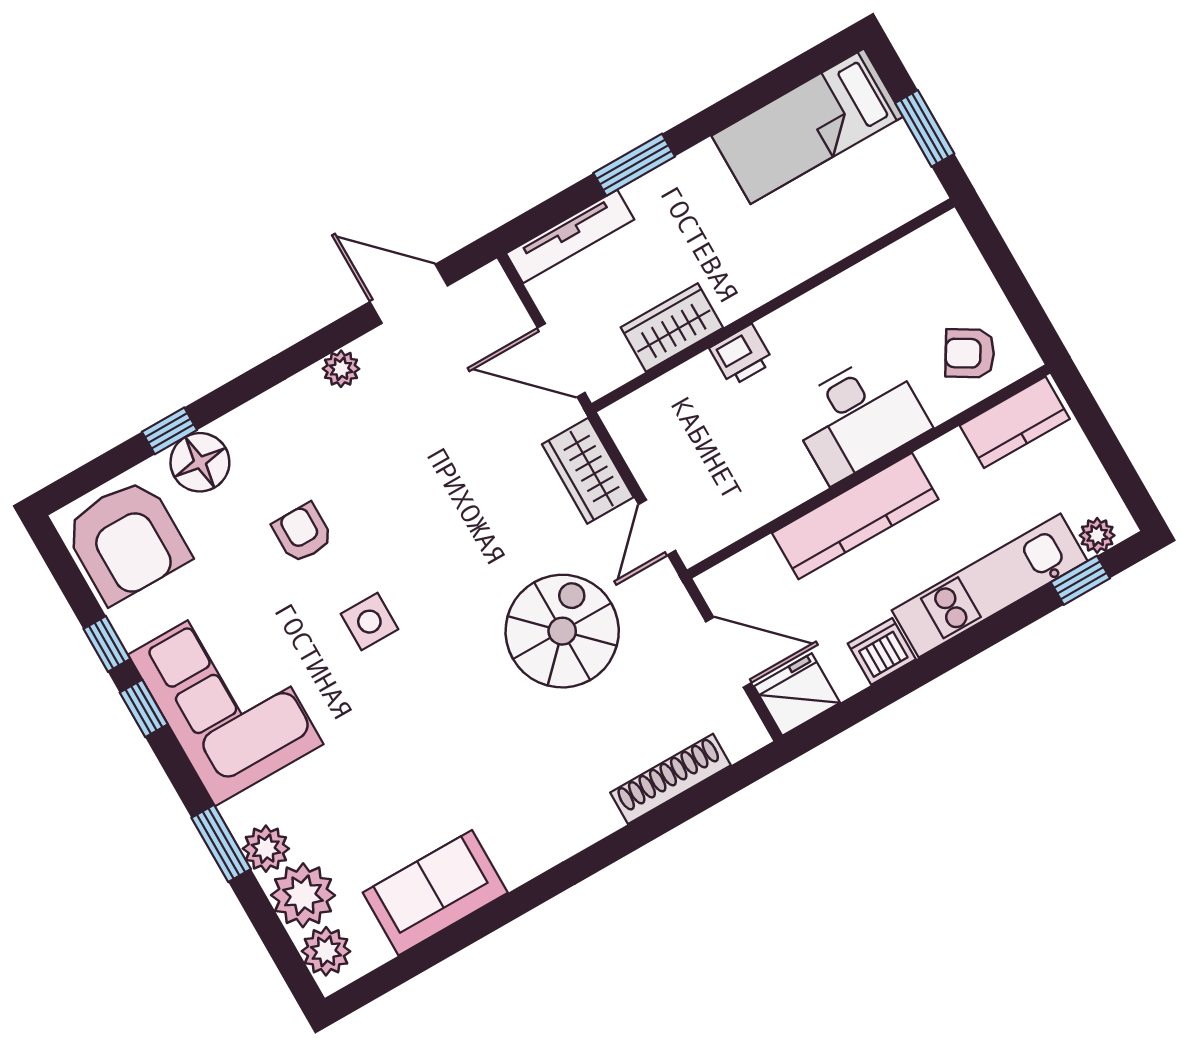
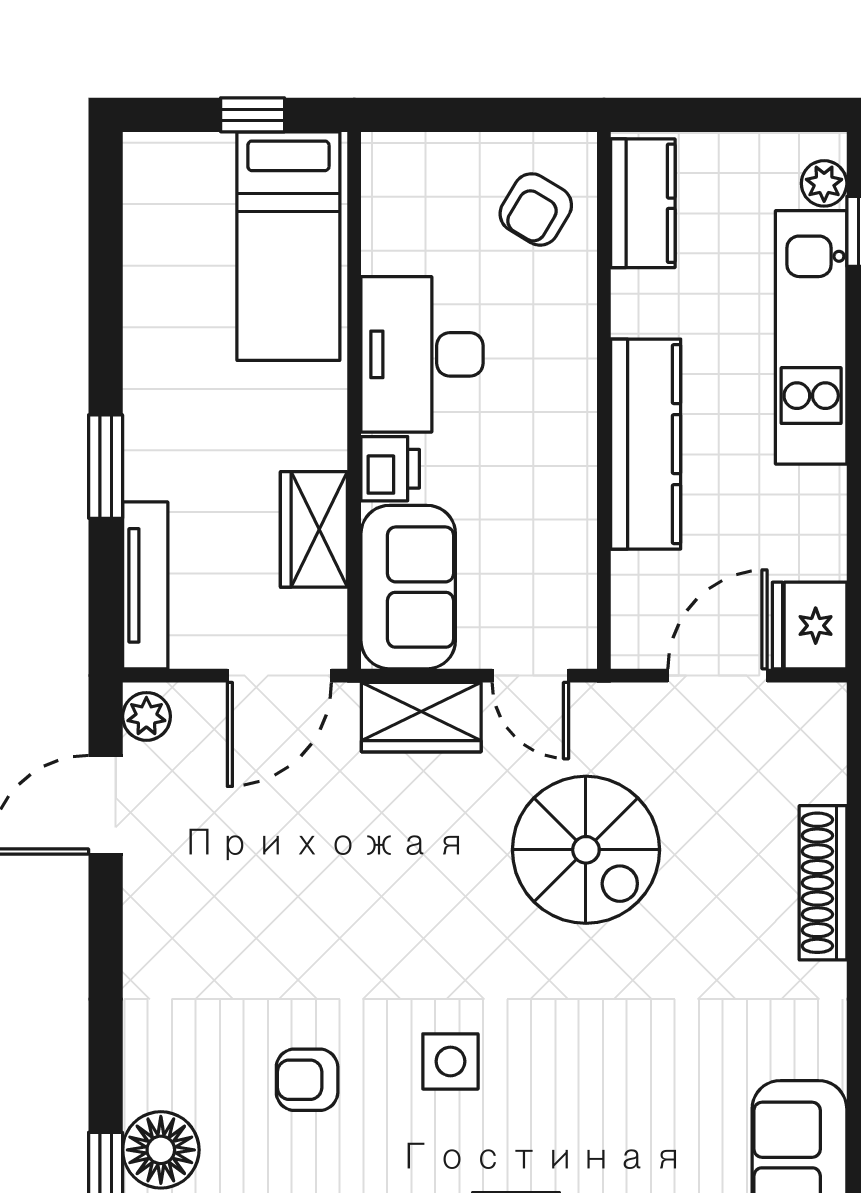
bed: (807, 126) -> (288, 246), moved
window: (925, 128) -> (253, 115), width x0.67
plant: (341, 369) -> (146, 716), moved
sofa: (669, 412) -> (408, 587), added
desk: (859, 417) -> (422, 354), moved, turned 180
spiral stairs: (562, 631) -> (586, 850), turned 180
dishwasher: (882, 651) -> (816, 502), removed
shoe rack: (671, 779) -> (823, 883), moved

